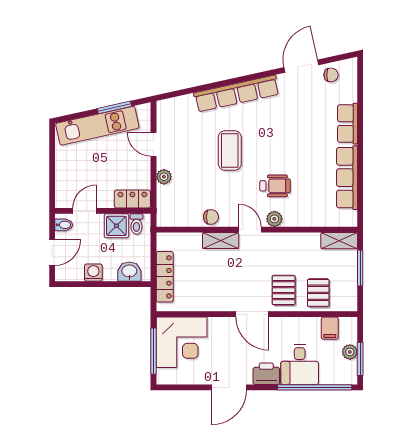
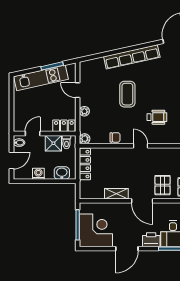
plant: (274, 219) -> (85, 139), moved
shelving: (221, 241) -> (116, 194), moved
locker: (165, 277) -> (85, 164), moved
corner desk: (182, 342) -> (96, 230), moved, turned -90

